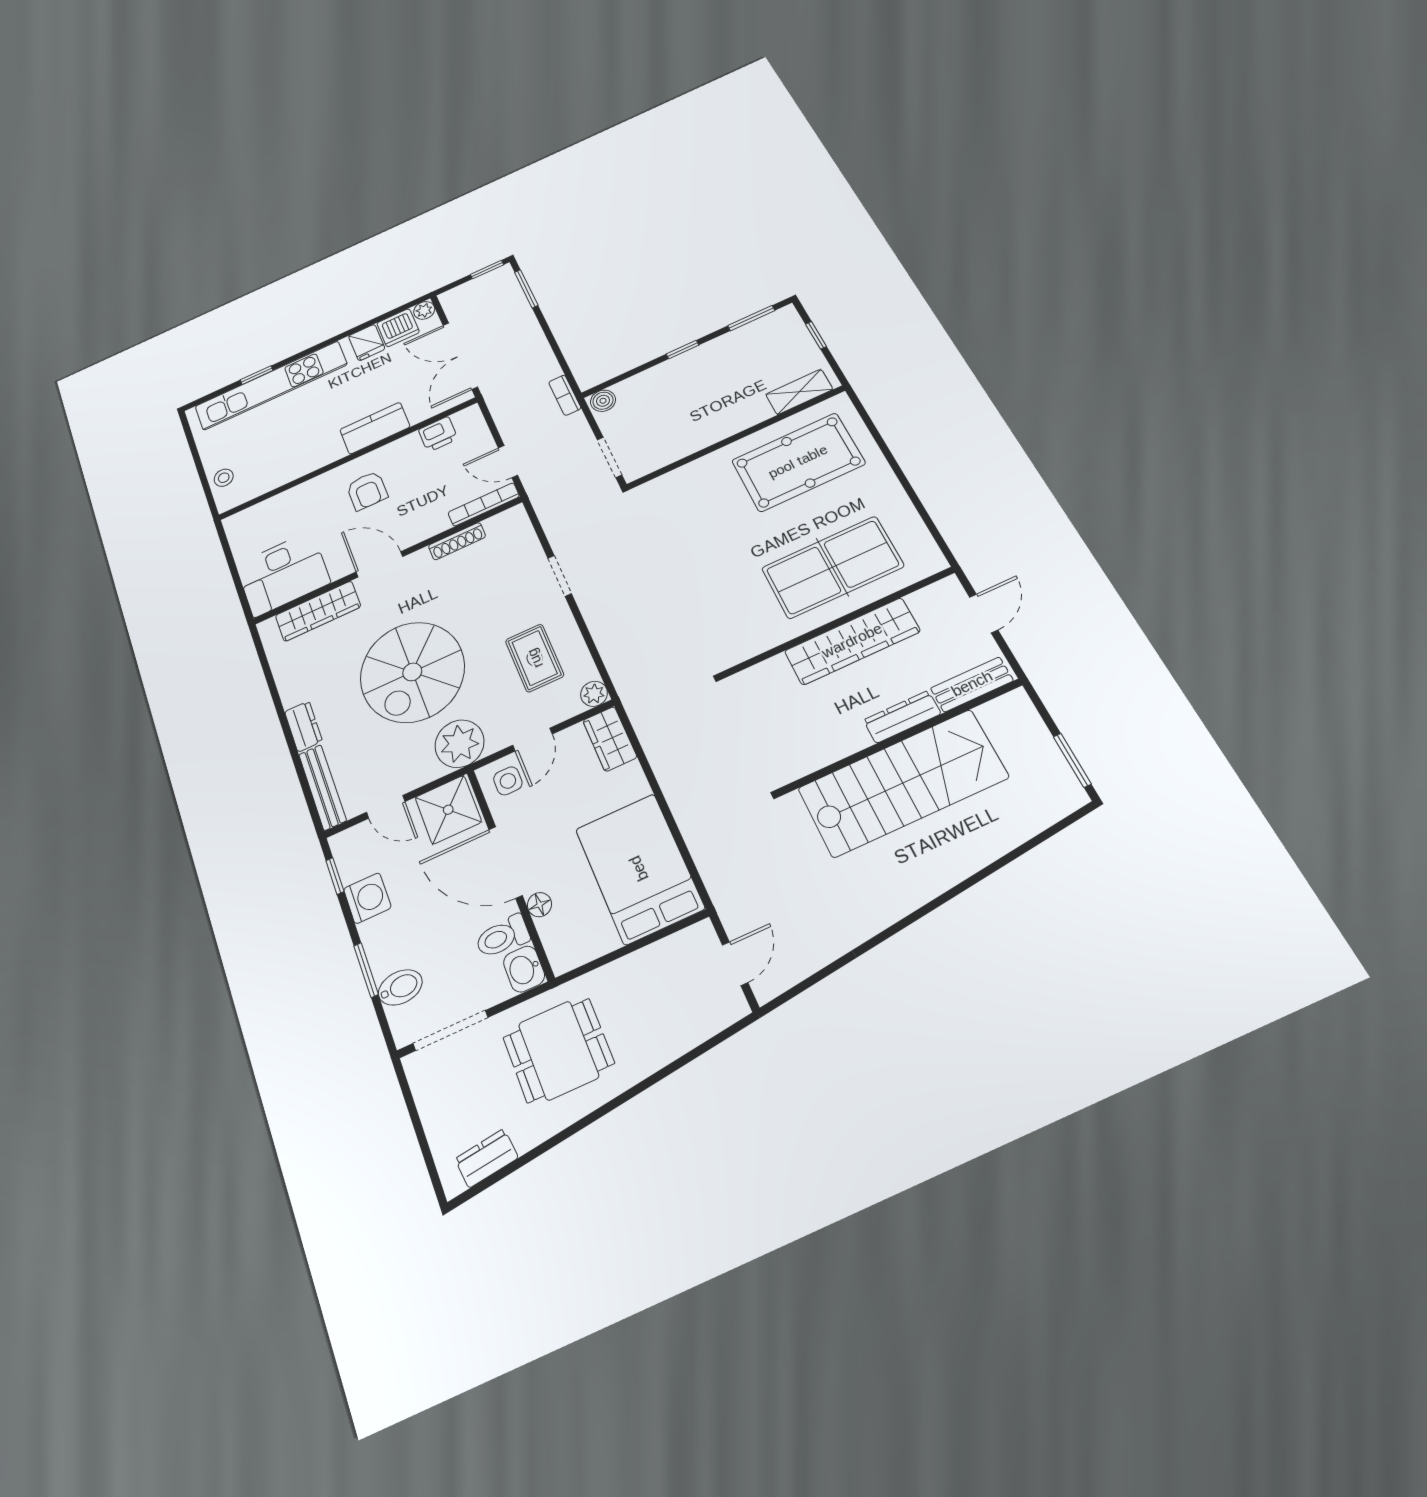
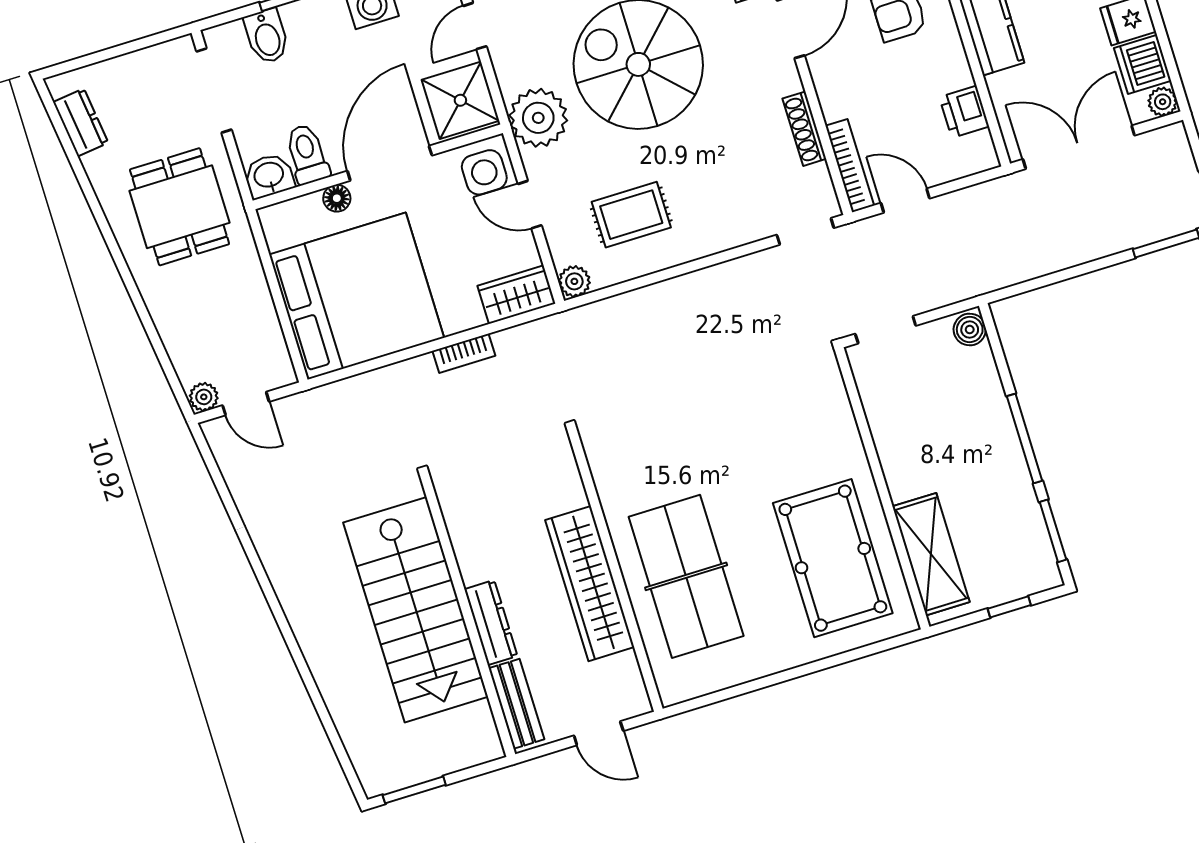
window: (683, 350) -> (1025, 439), width x2.17
shelving: (799, 392) -> (931, 554), width x1.50, depth x1.33
bookcase: (565, 395) -> (464, 353), moved, turned 180
door: (508, 462) -> (905, 201), hinge flipped
doorway: (560, 576) -> (805, 231), moved
side table: (508, 781) -> (484, 172), width x1.37, depth x1.37
bed: (639, 868) -> (357, 296), width x1.36
plant: (734, 1005) -> (204, 397), added

